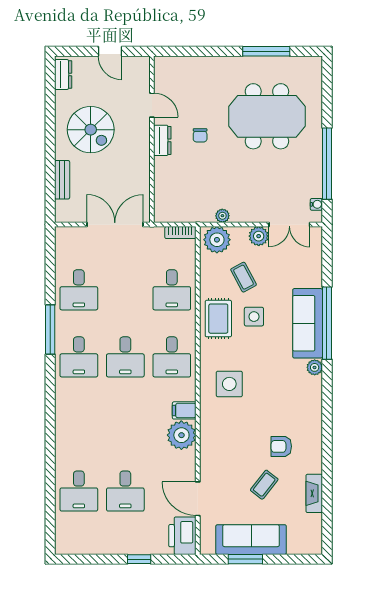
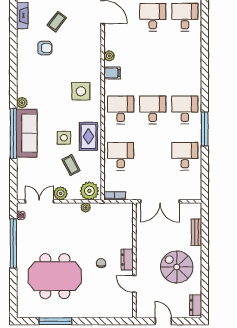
plant: (181, 435) -> (109, 56), width x0.53, depth x0.53

